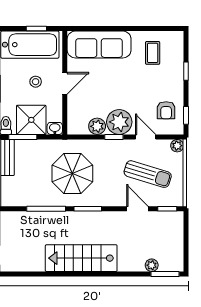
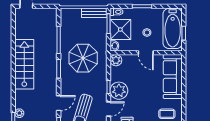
plant: (97, 126) -> (116, 60), moved

